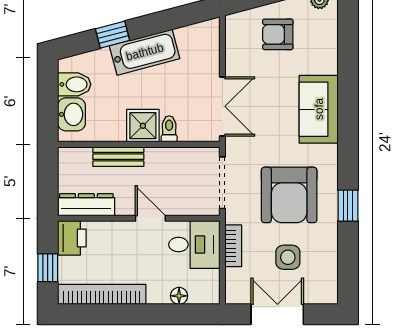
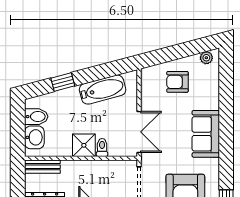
bathtub: (145, 52) -> (103, 90), moved
bench: (118, 157) -> (42, 167), moved

